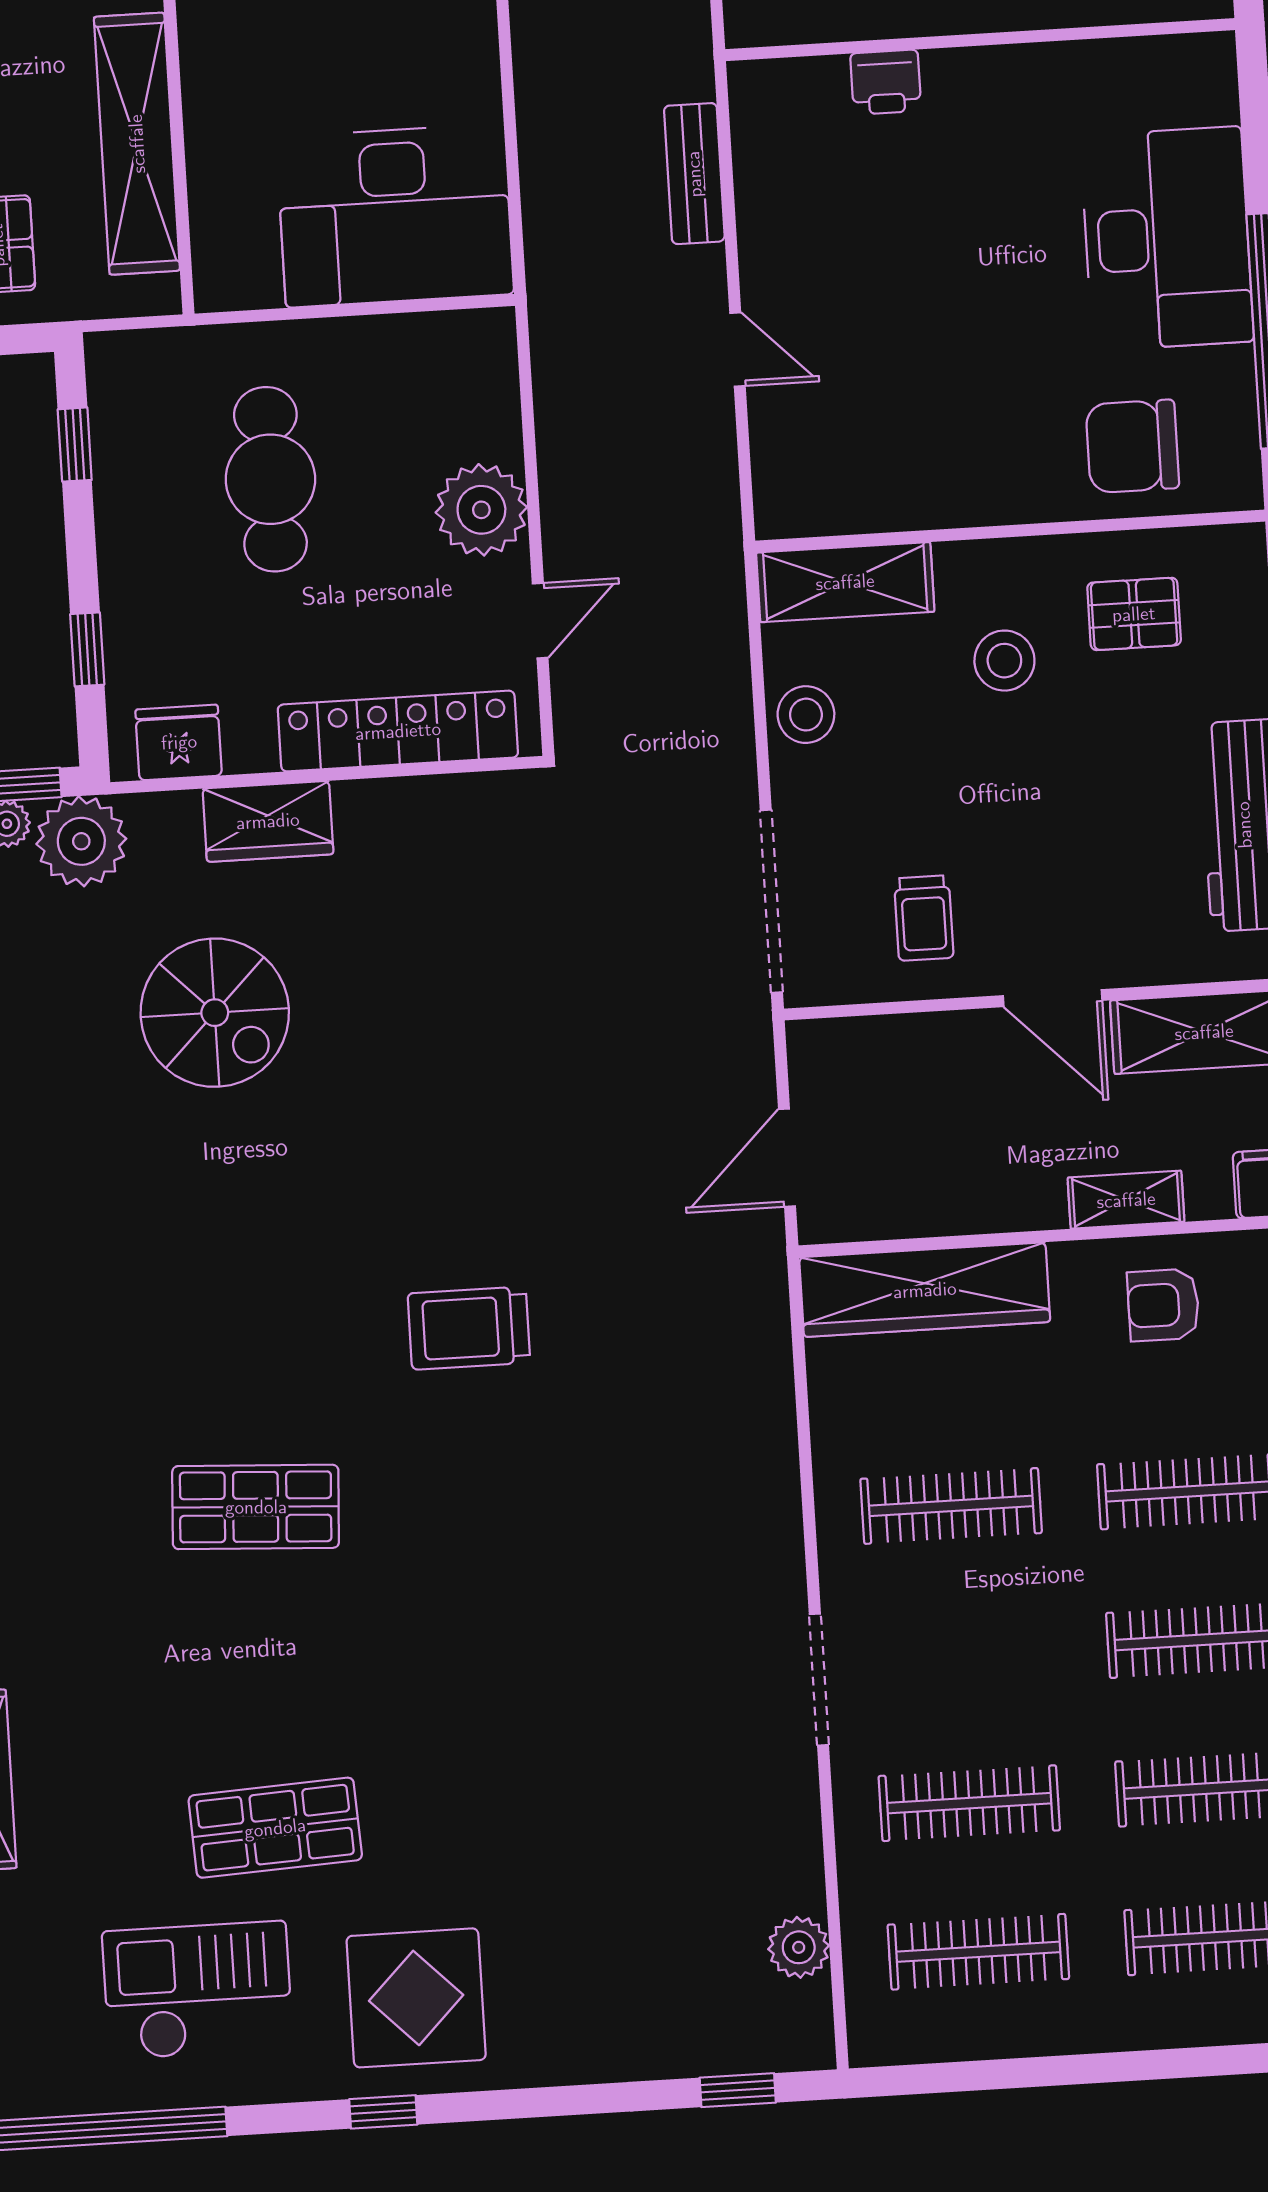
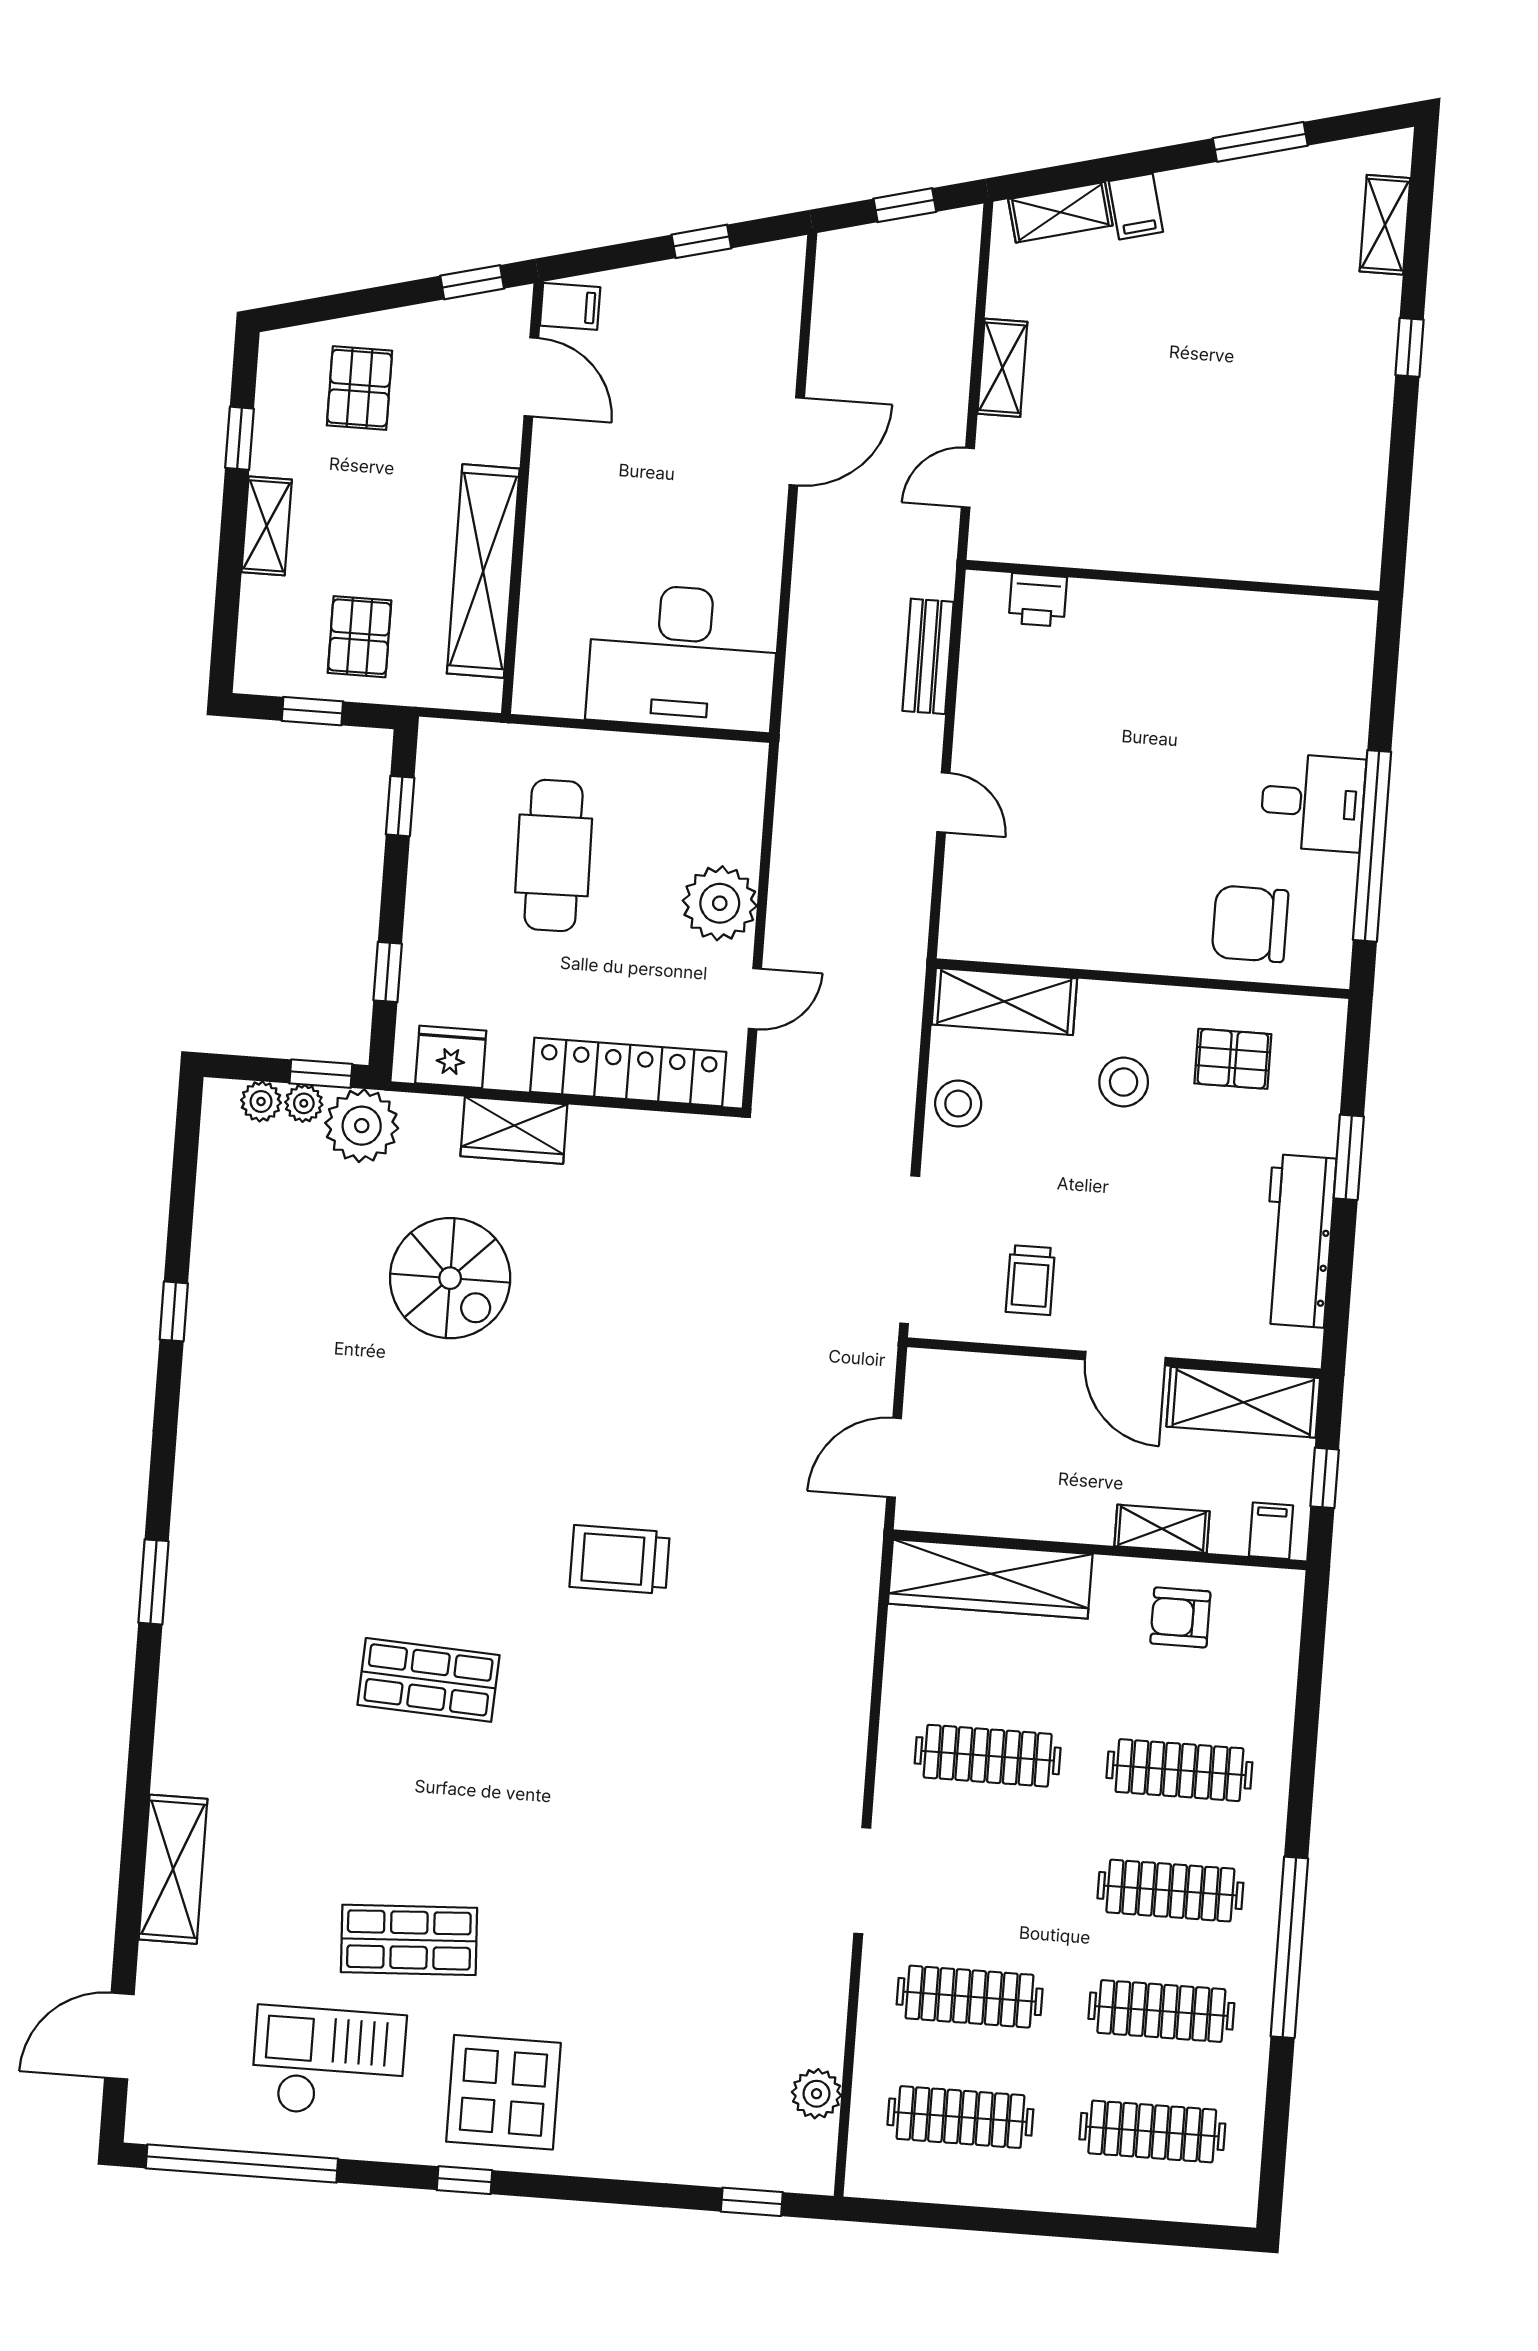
printer: (886, 82) -> (1038, 600), moved
desk: (1167, 238) -> (1313, 802), width x0.53, depth x0.77

